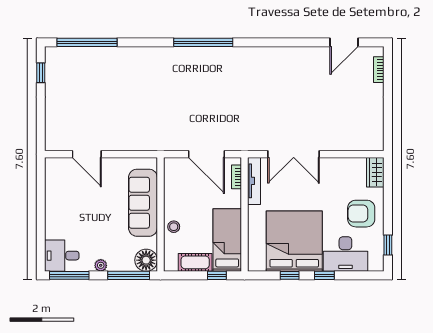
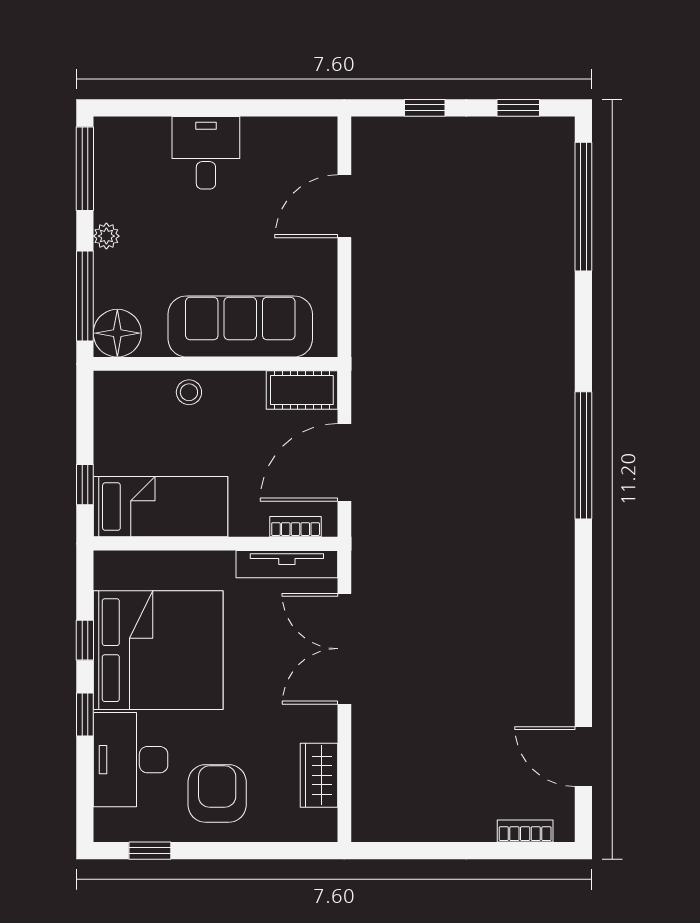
window: (41, 117) -> (425, 108), added
wardrobe: (375, 172) -> (319, 775), moved, turned -90
desk: (62, 256) -> (206, 153), moved
cot: (195, 262) -> (302, 390), moved, turned 90

